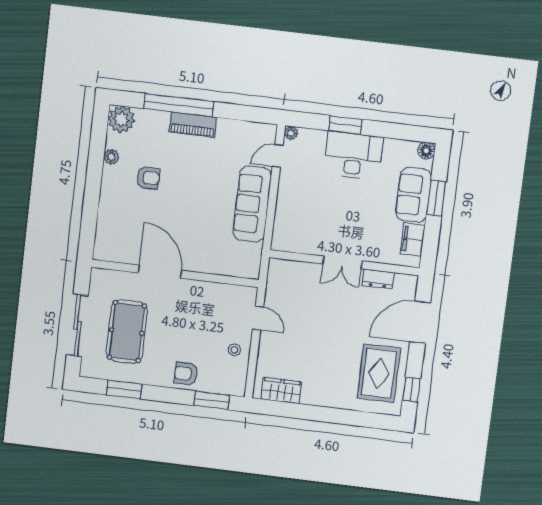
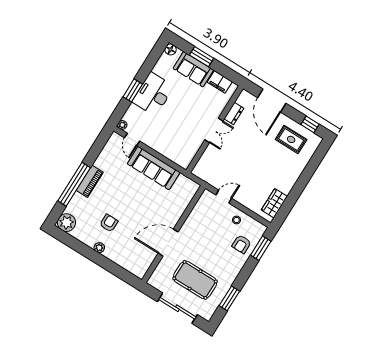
plant: (111, 157) -> (99, 248), moved
rug: (379, 373) -> (291, 139), width x0.73, depth x0.70
armchair: (186, 374) -> (241, 244), moved

